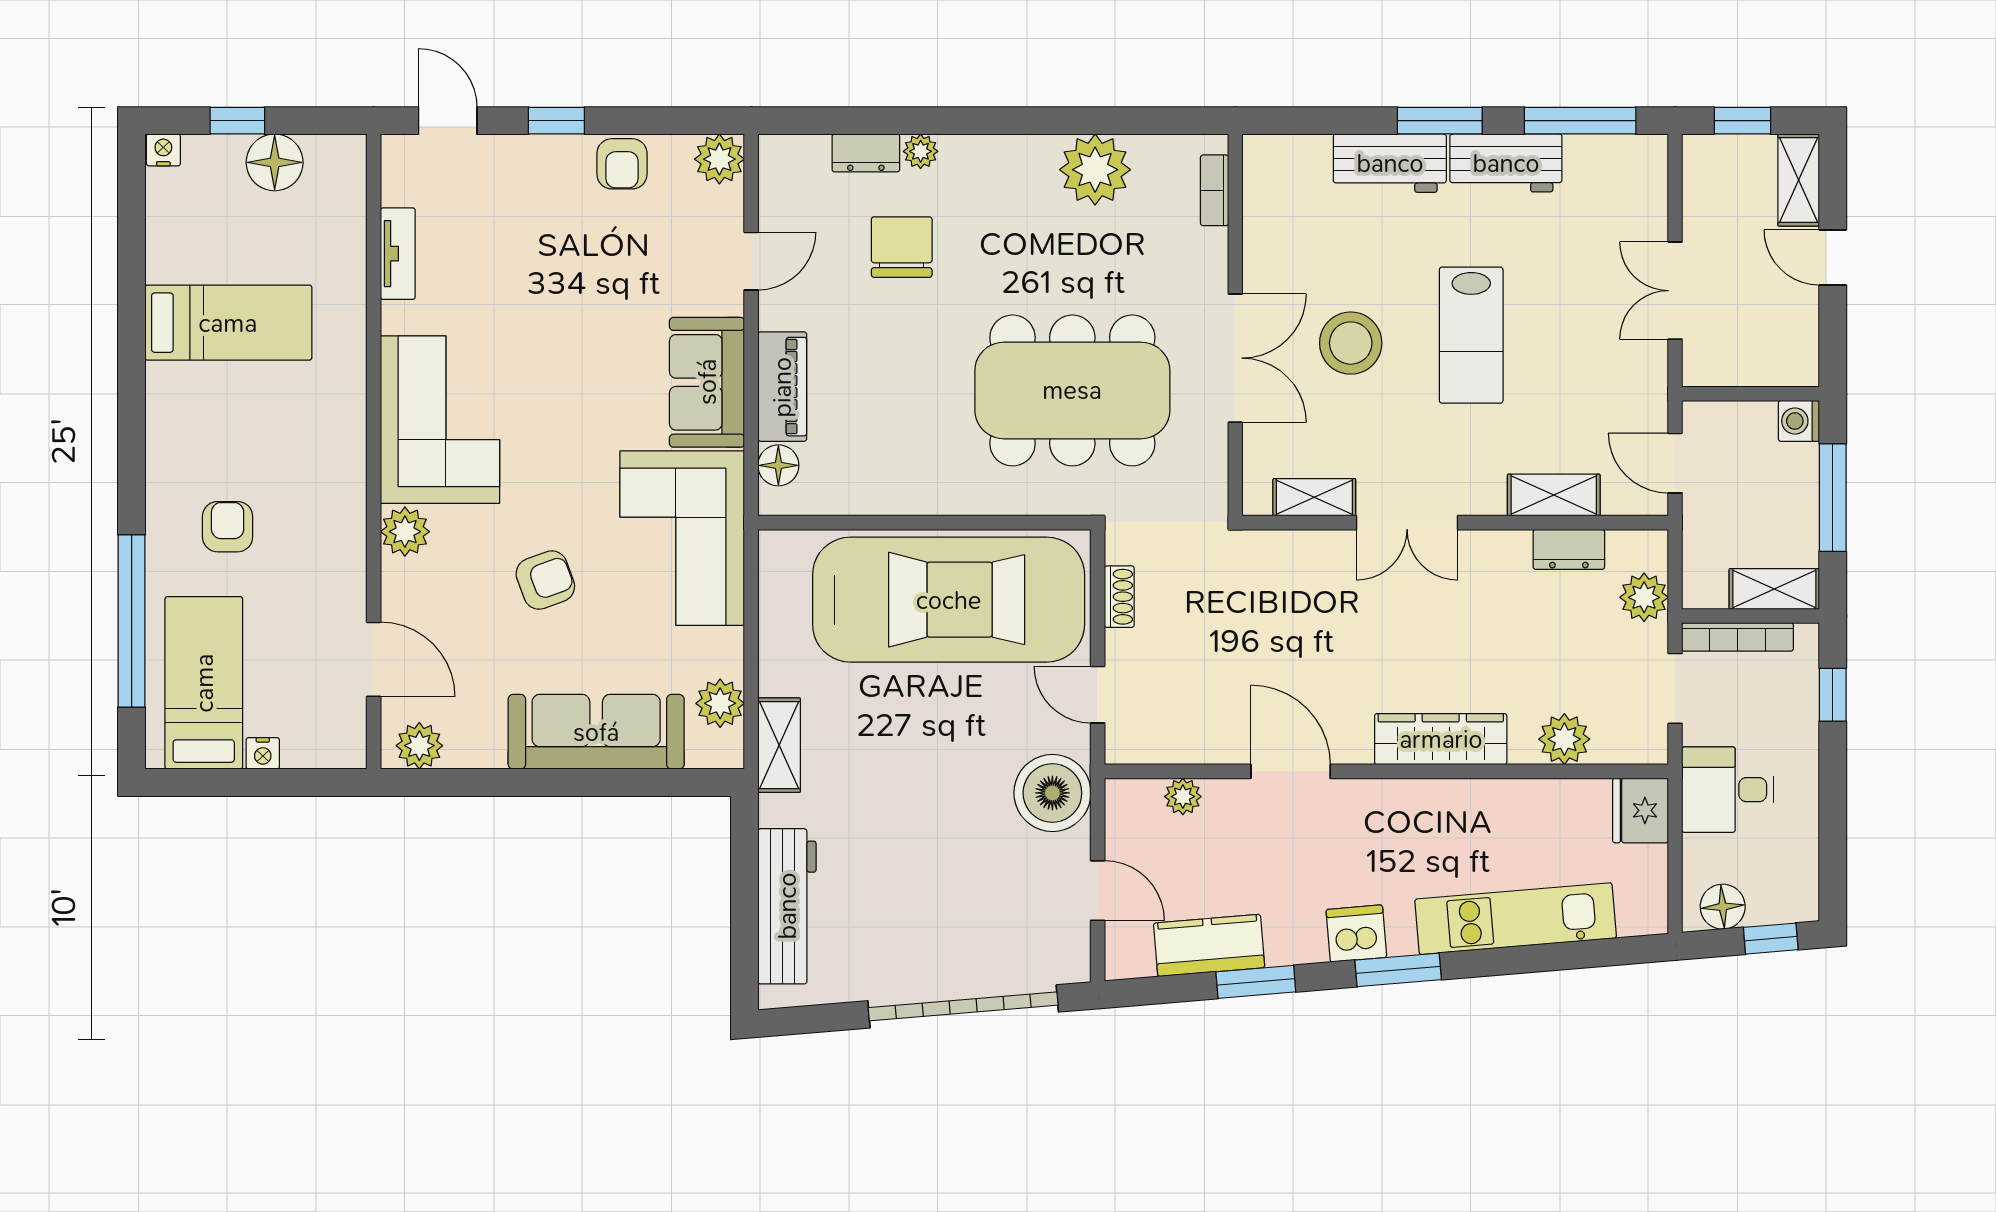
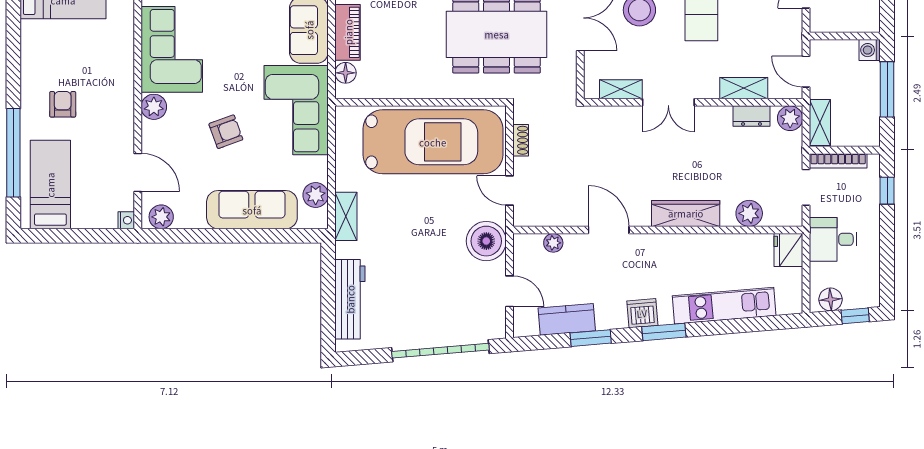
shelving: (1774, 589) -> (820, 123), moved, turned 90
plant: (1644, 597) -> (790, 118), moved
nightstand: (263, 753) -> (126, 220), moved, turned -90

